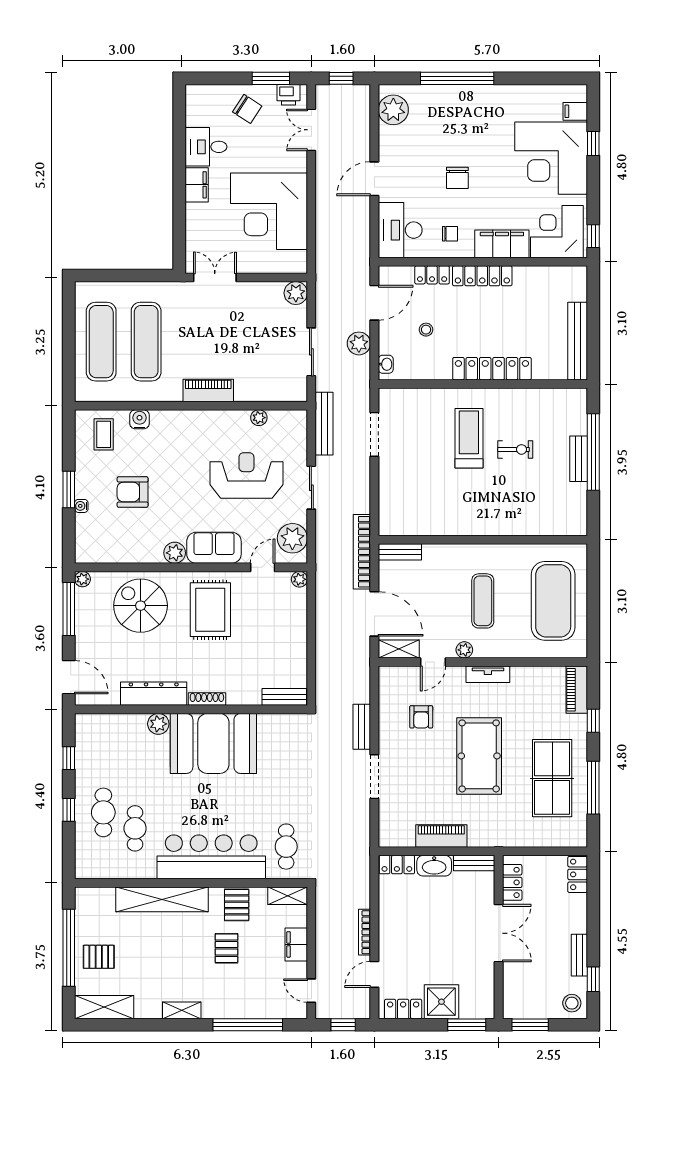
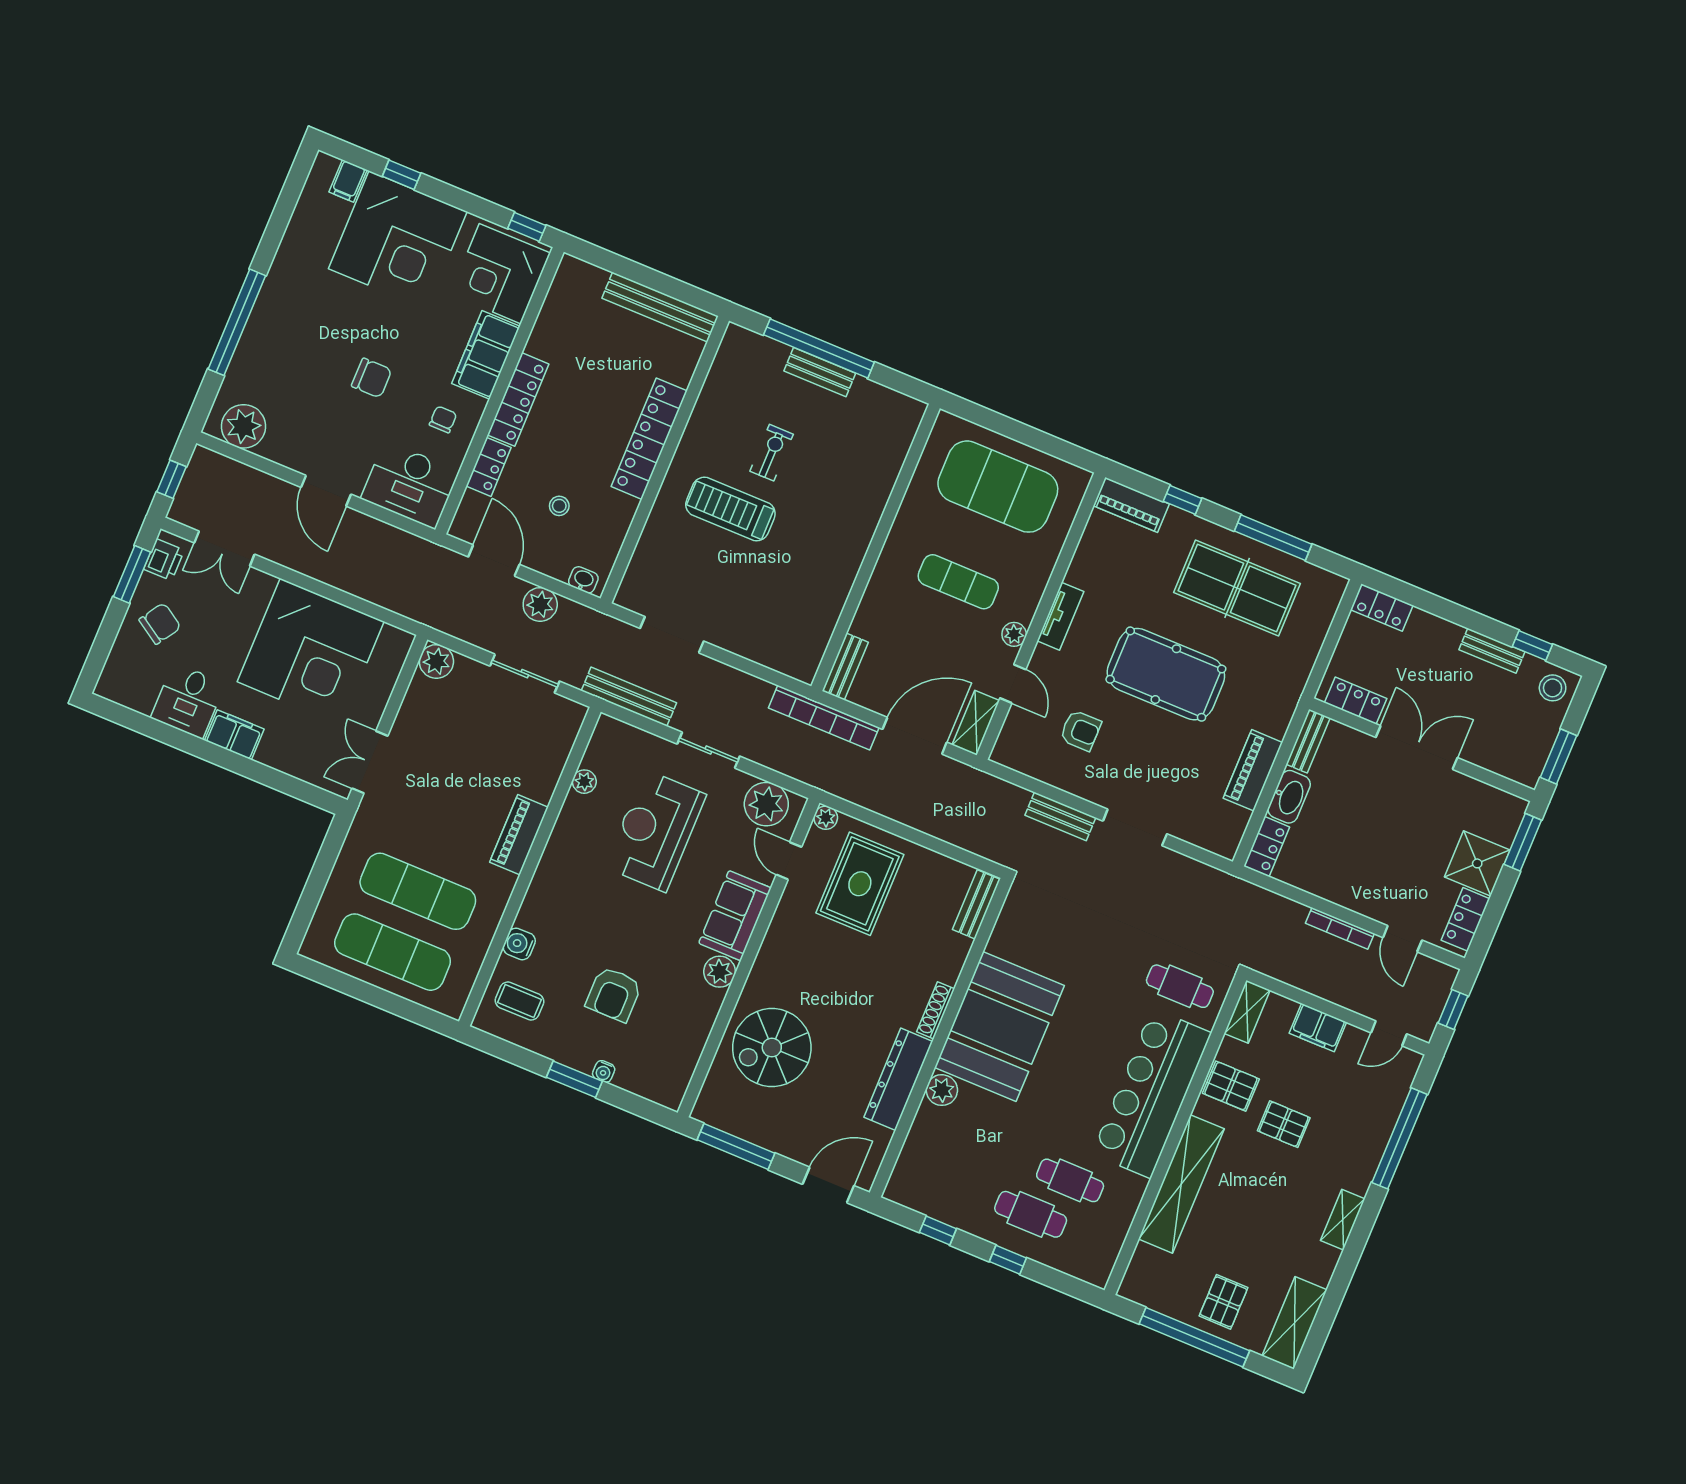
plant: (83, 579) -> (703, 1111), removed
rug: (210, 610) -> (860, 884), moved, turned 90

